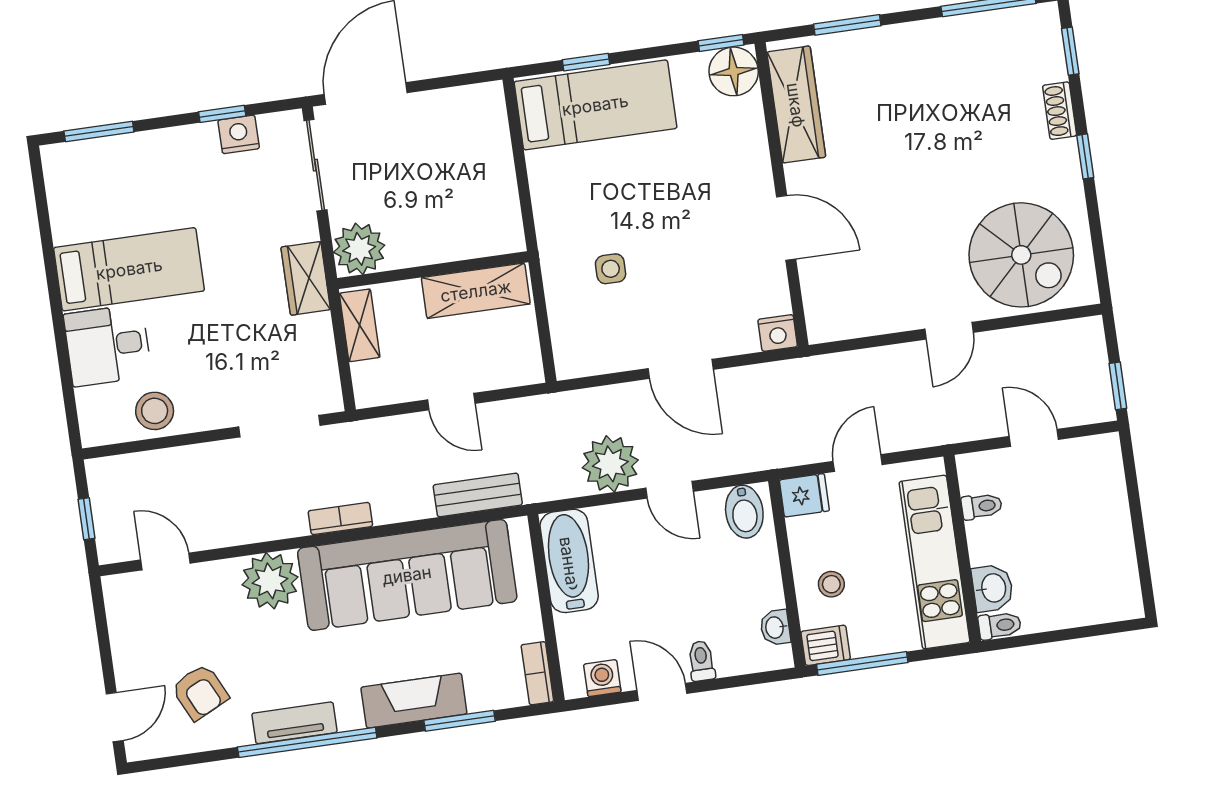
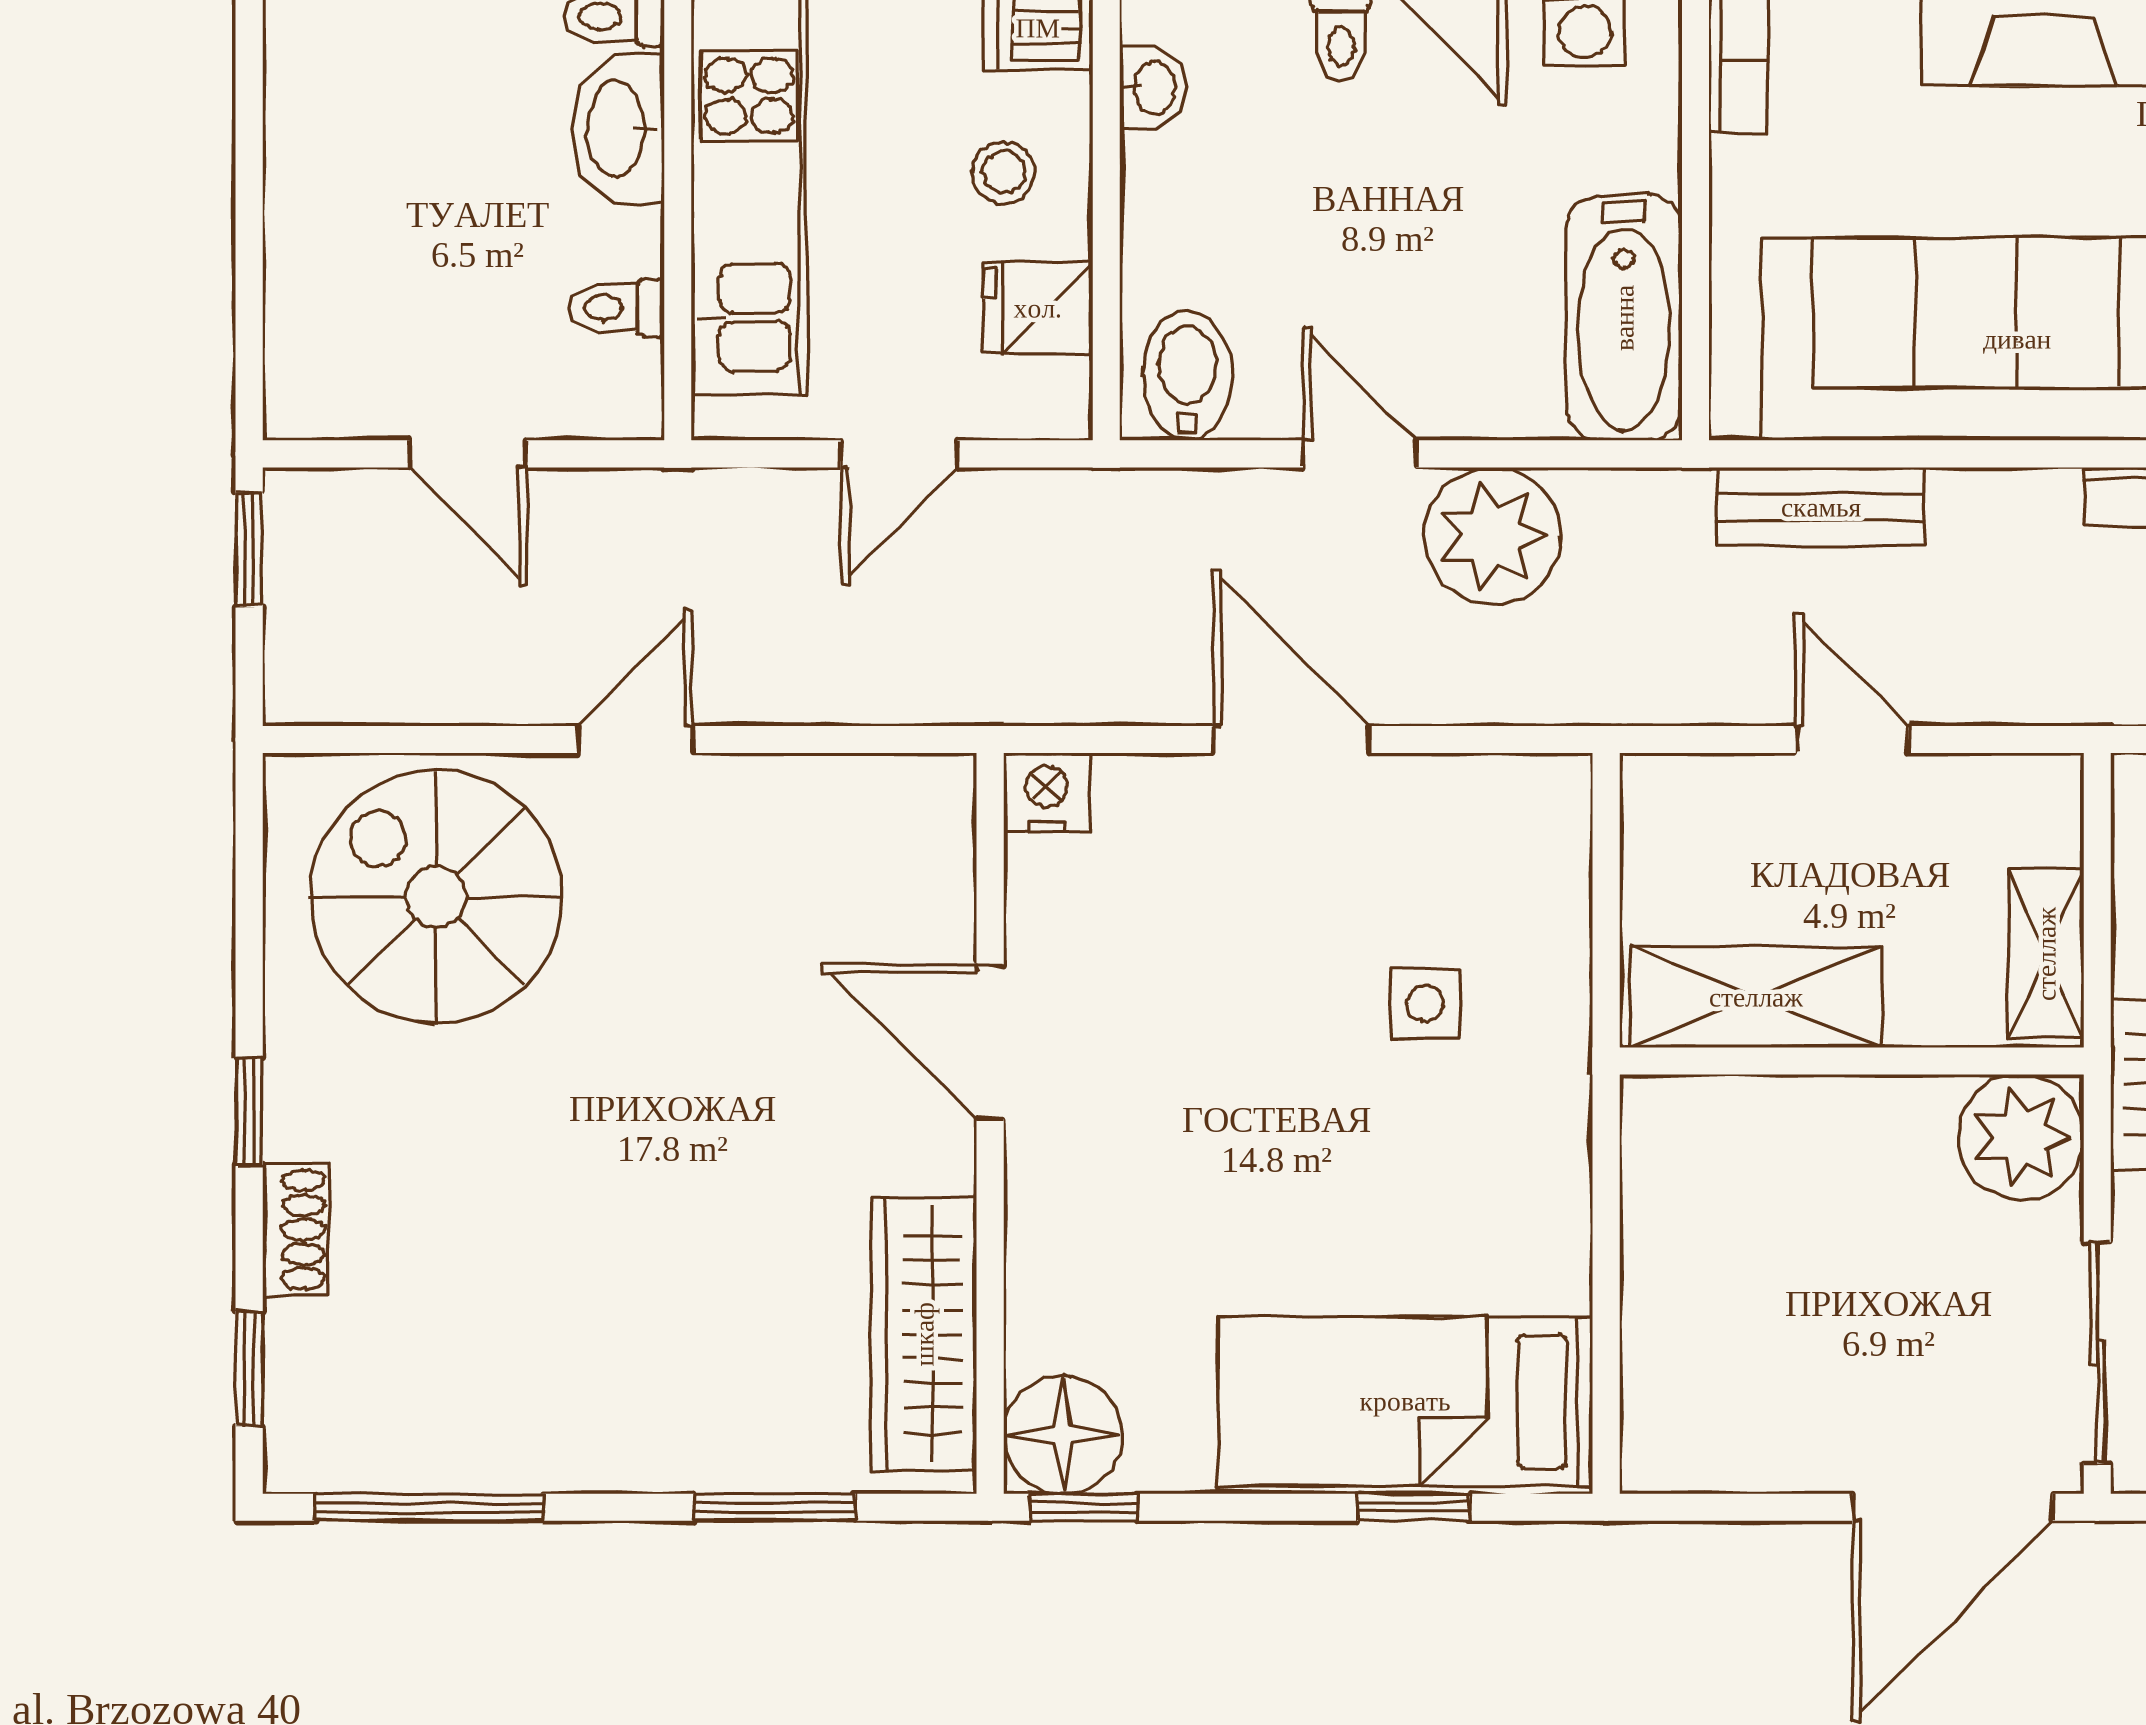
fridge: (804, 495) -> (1038, 308), moved
washbasin: (993, 588) -> (618, 129), width x1.38

